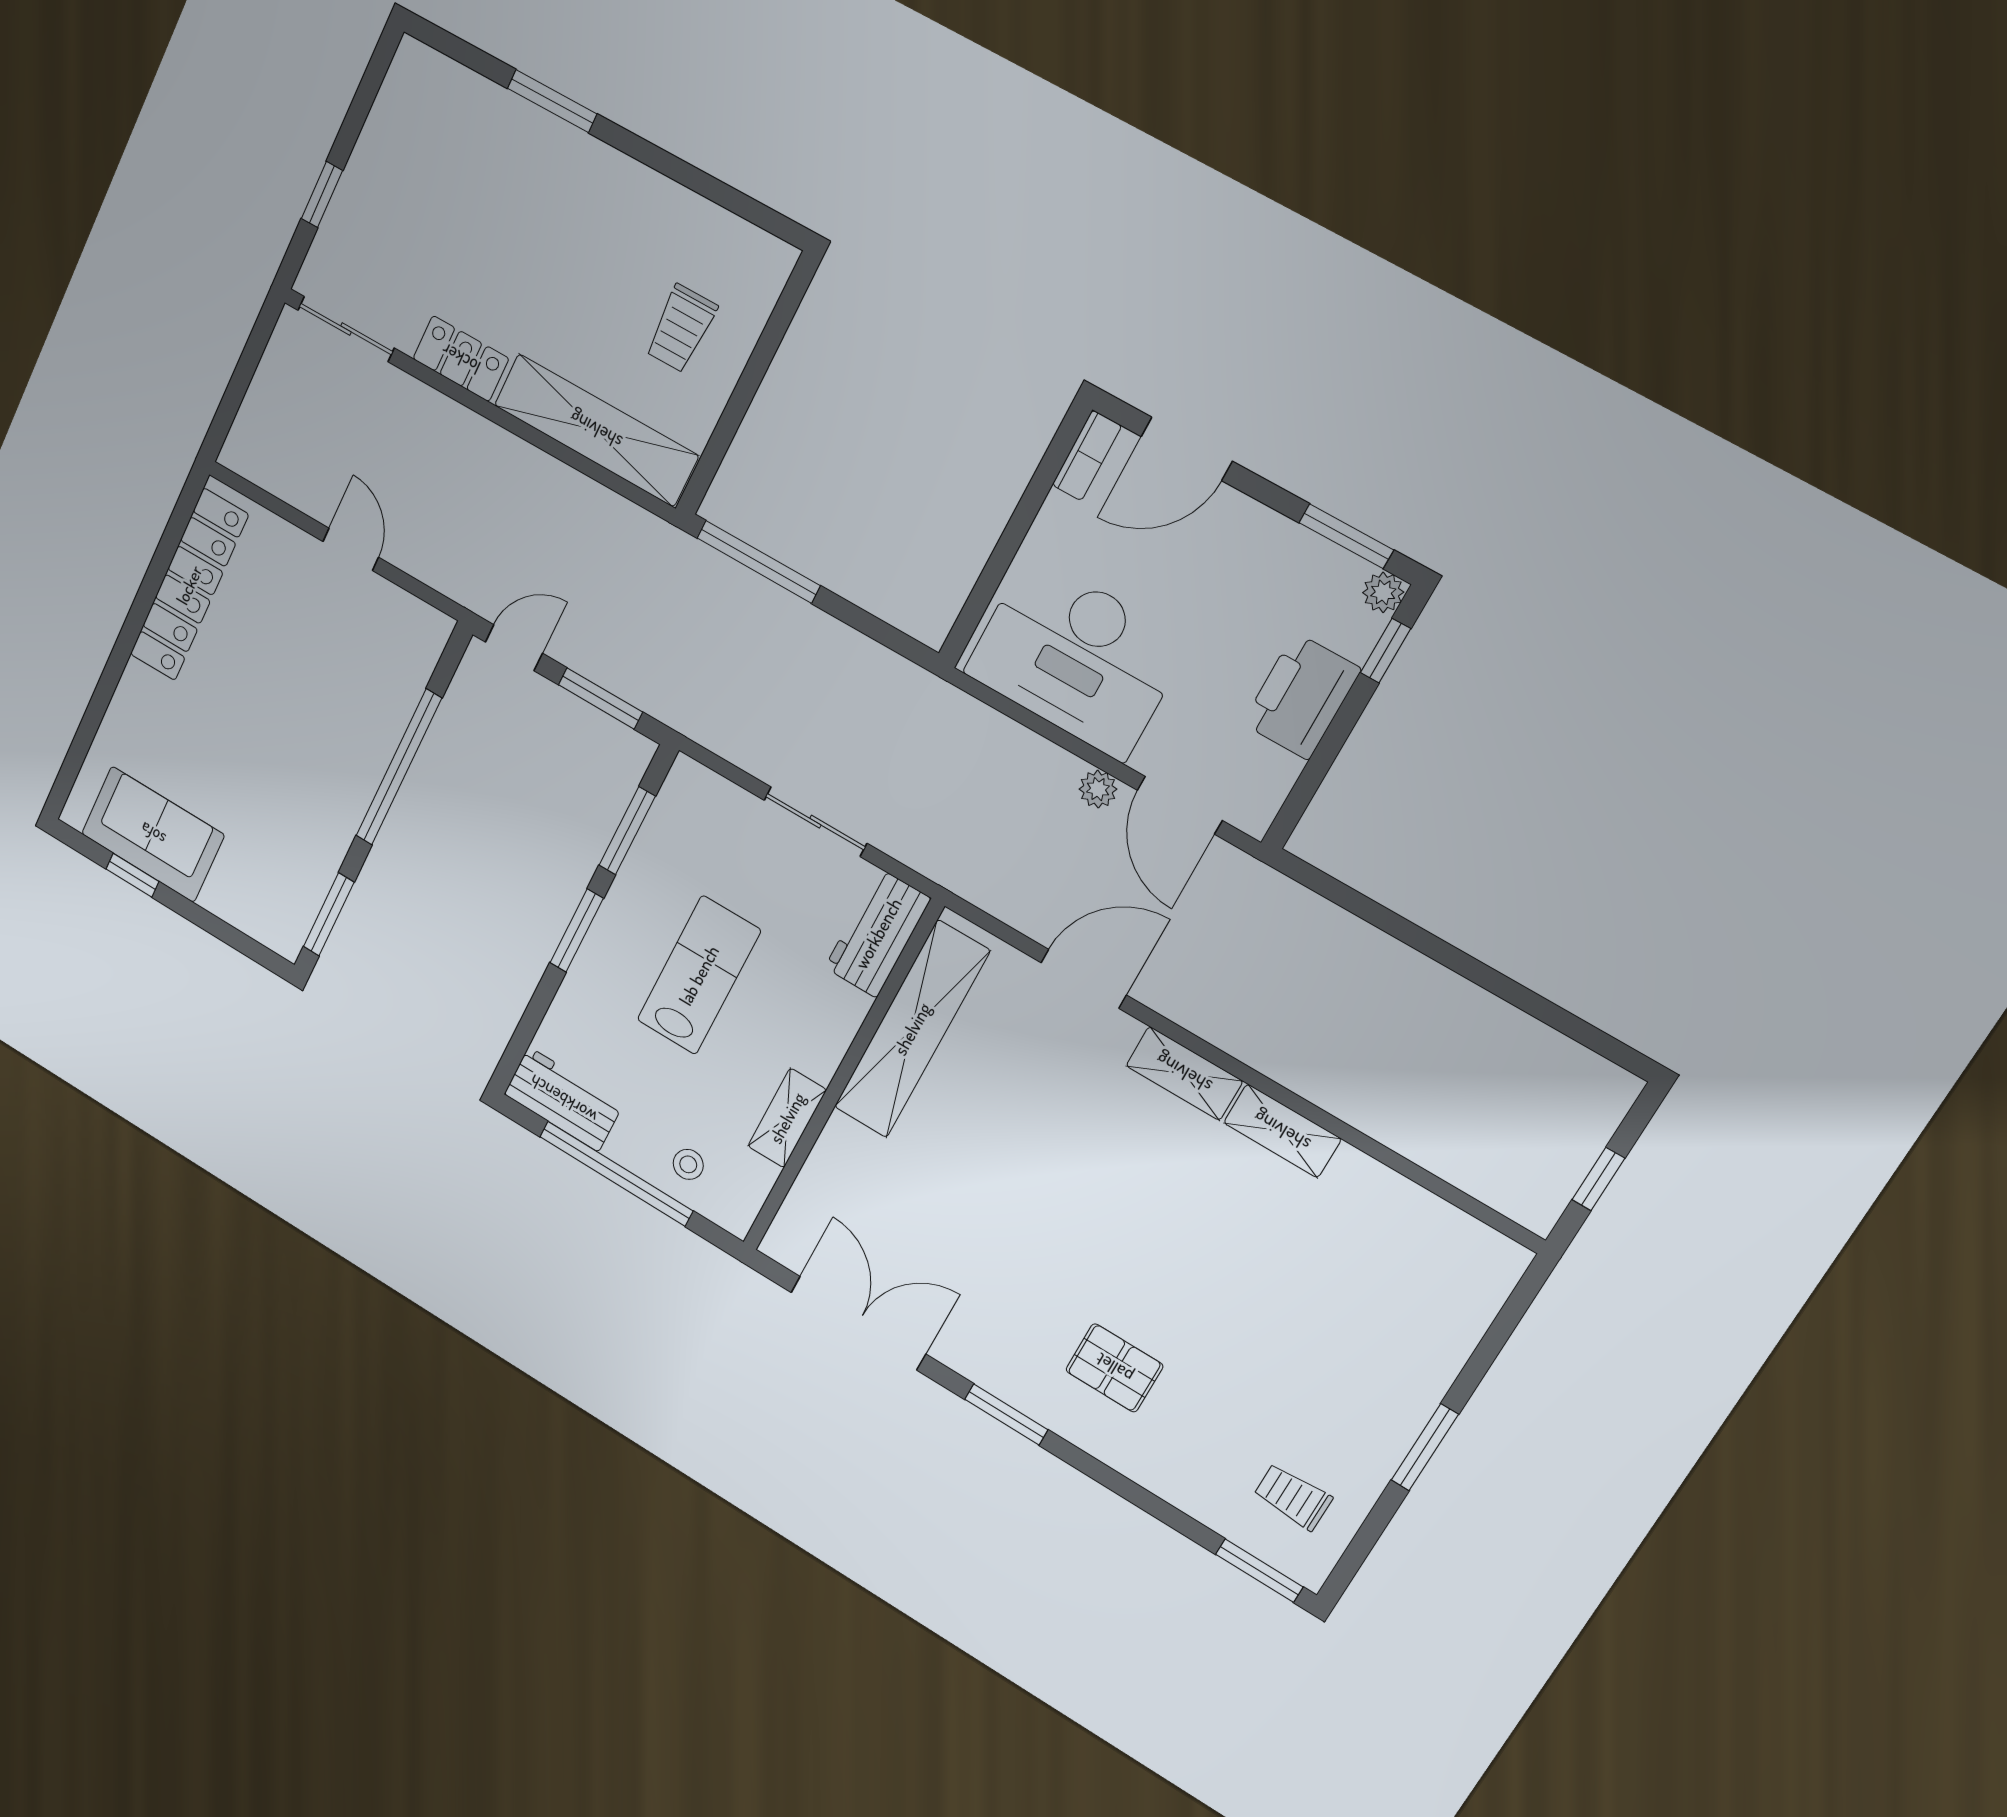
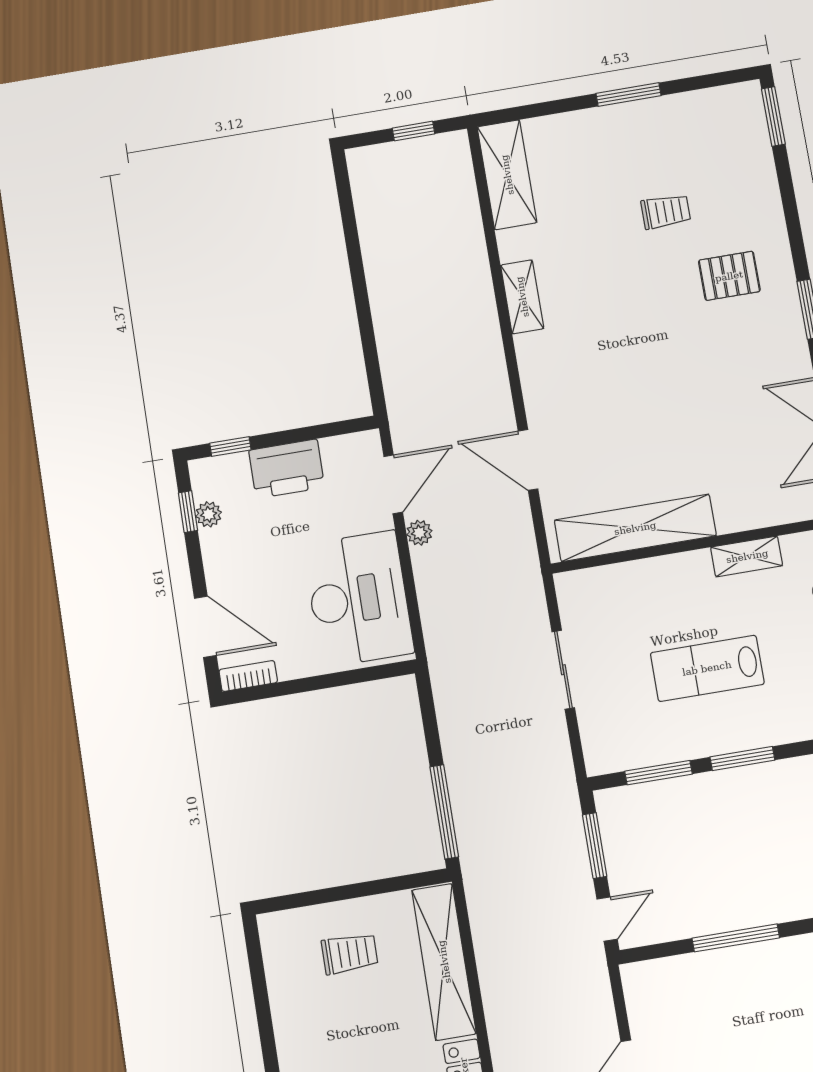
window: (1346, 536) -> (188, 512), width x0.67
plant: (1383, 592) -> (209, 514), moved
door: (514, 648) -> (607, 919), swing flipped
window: (399, 767) -> (736, 938), width x0.68
workbench: (878, 933) -> (597, 588), removed
shelving: (1184, 1073) -> (507, 175), moved, width x1.50, depth x1.33
pallet: (1114, 1368) -> (729, 276), turned 90
trolley: (1293, 1497) -> (666, 212), moved, turned -90

